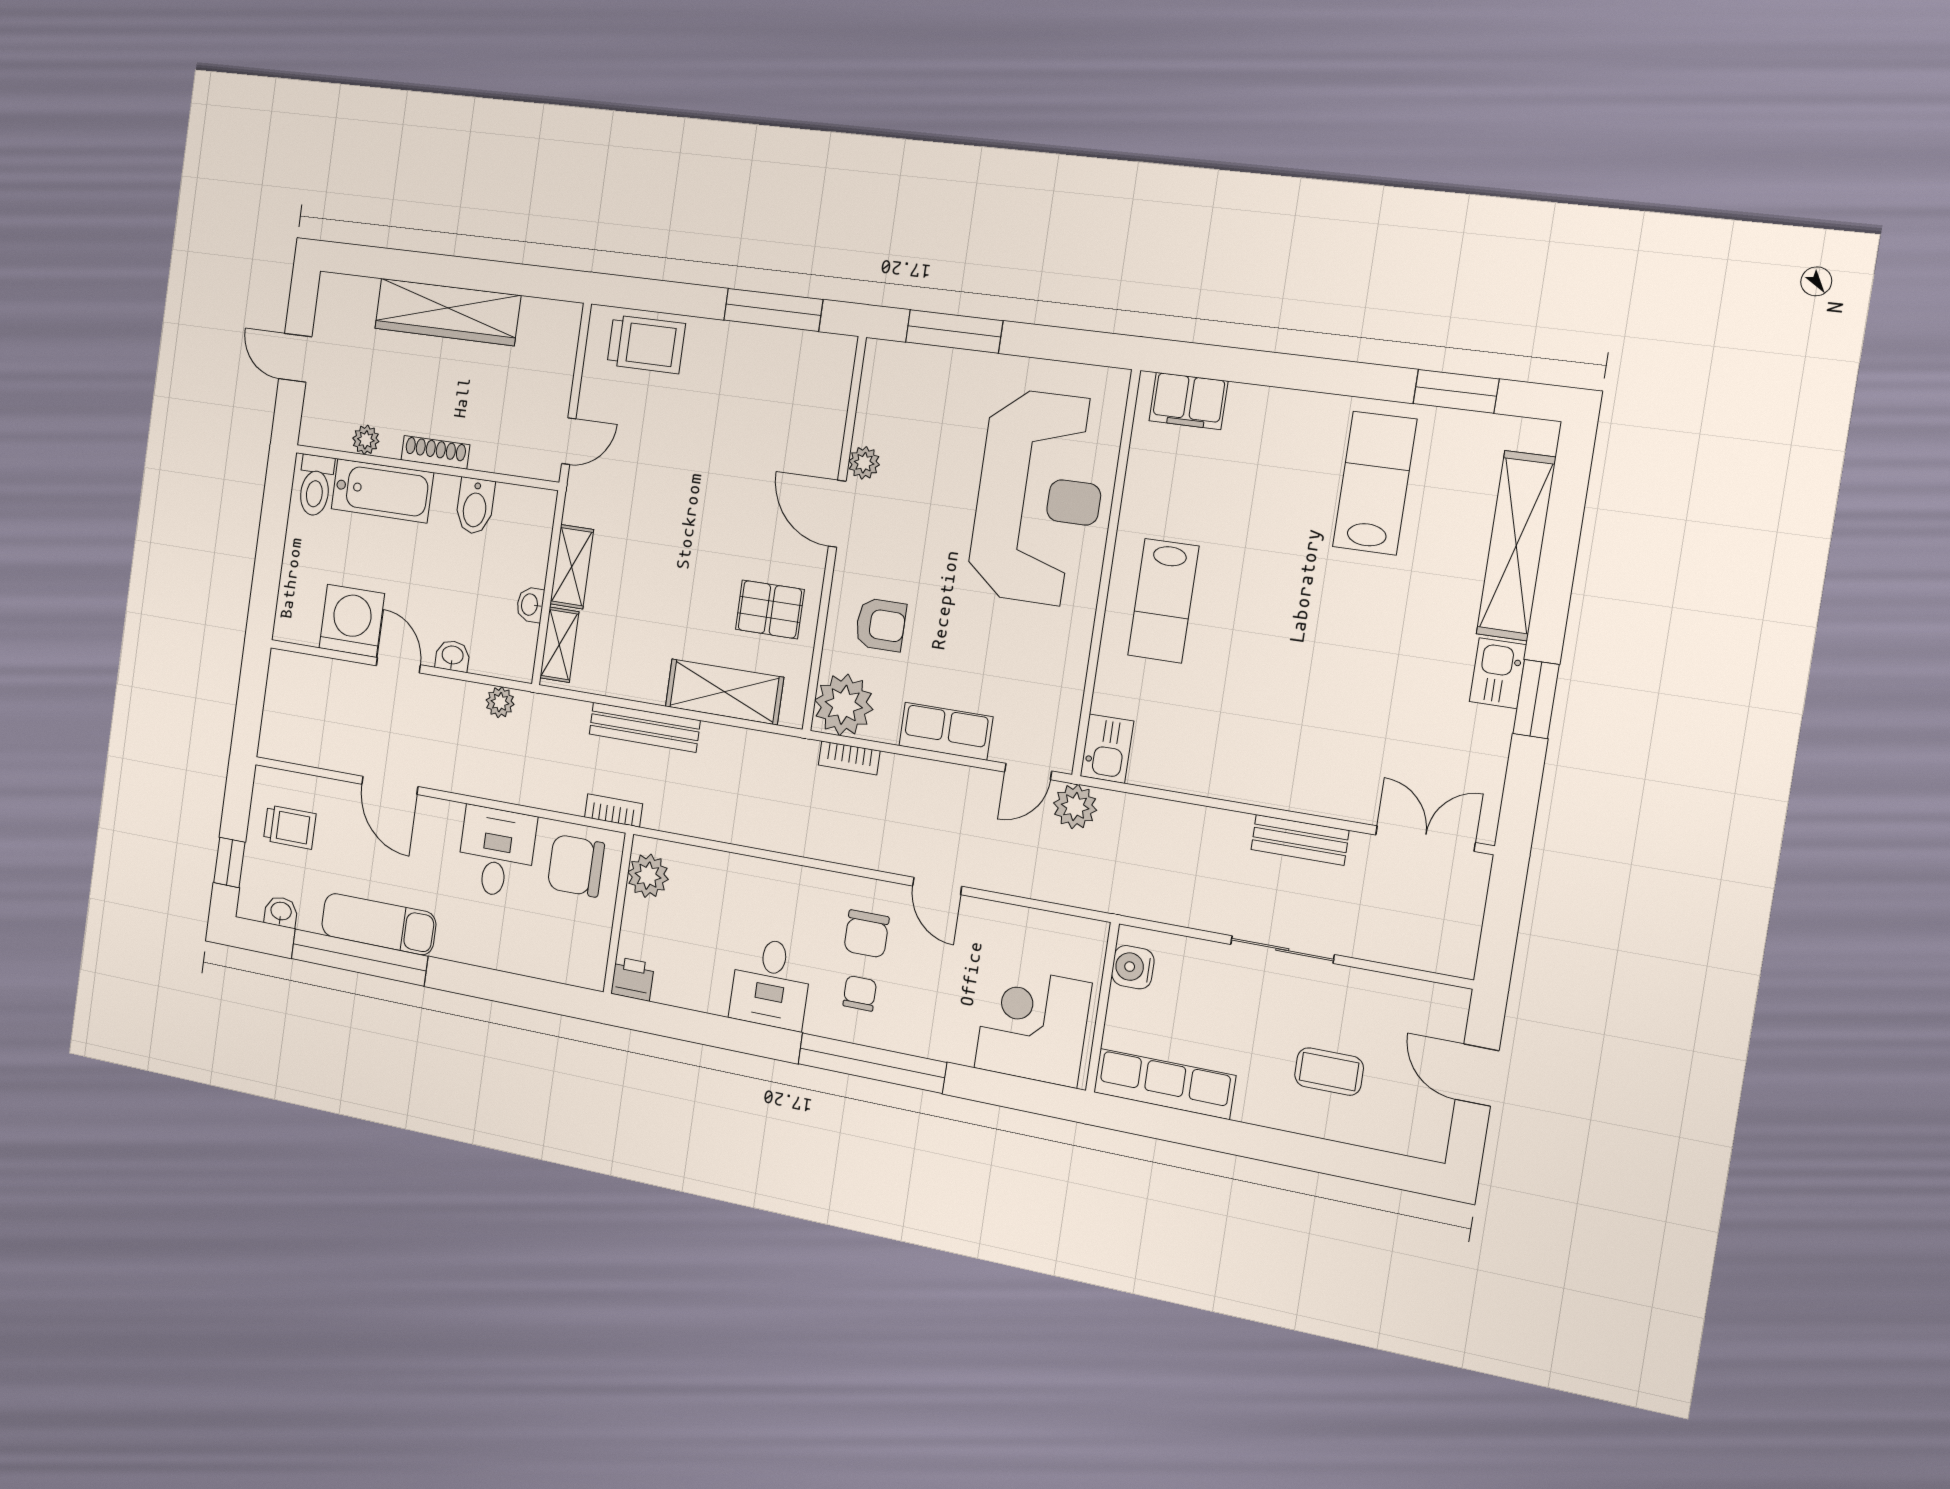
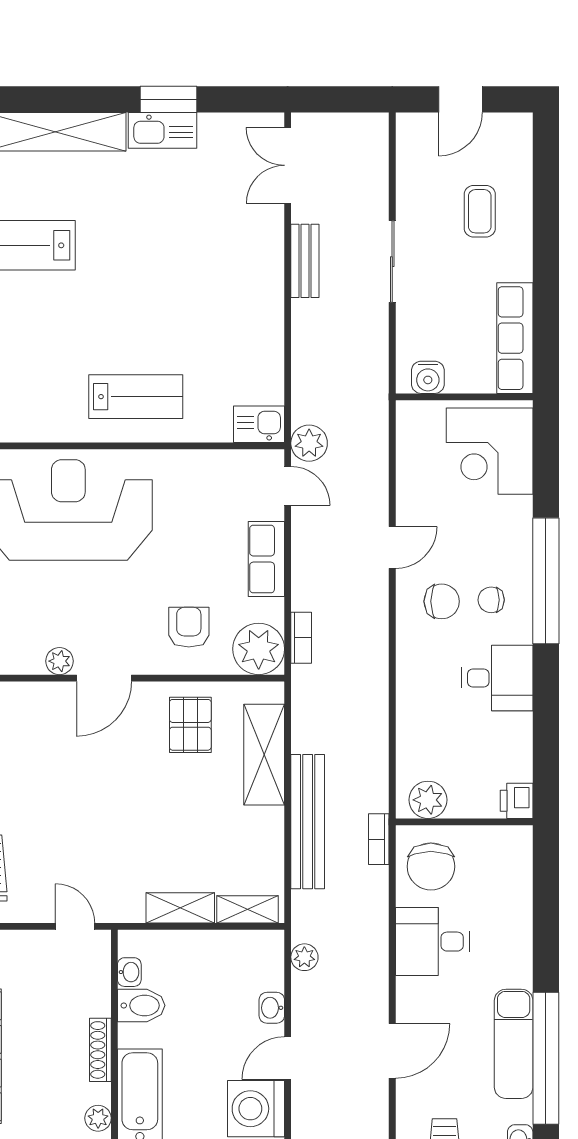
washbasin: (530, 605) -> (129, 972), moved, turned -90
kitchen sink: (1498, 673) -> (163, 130), width x1.38
bench: (644, 727) -> (308, 822), width x1.37, depth x1.21

